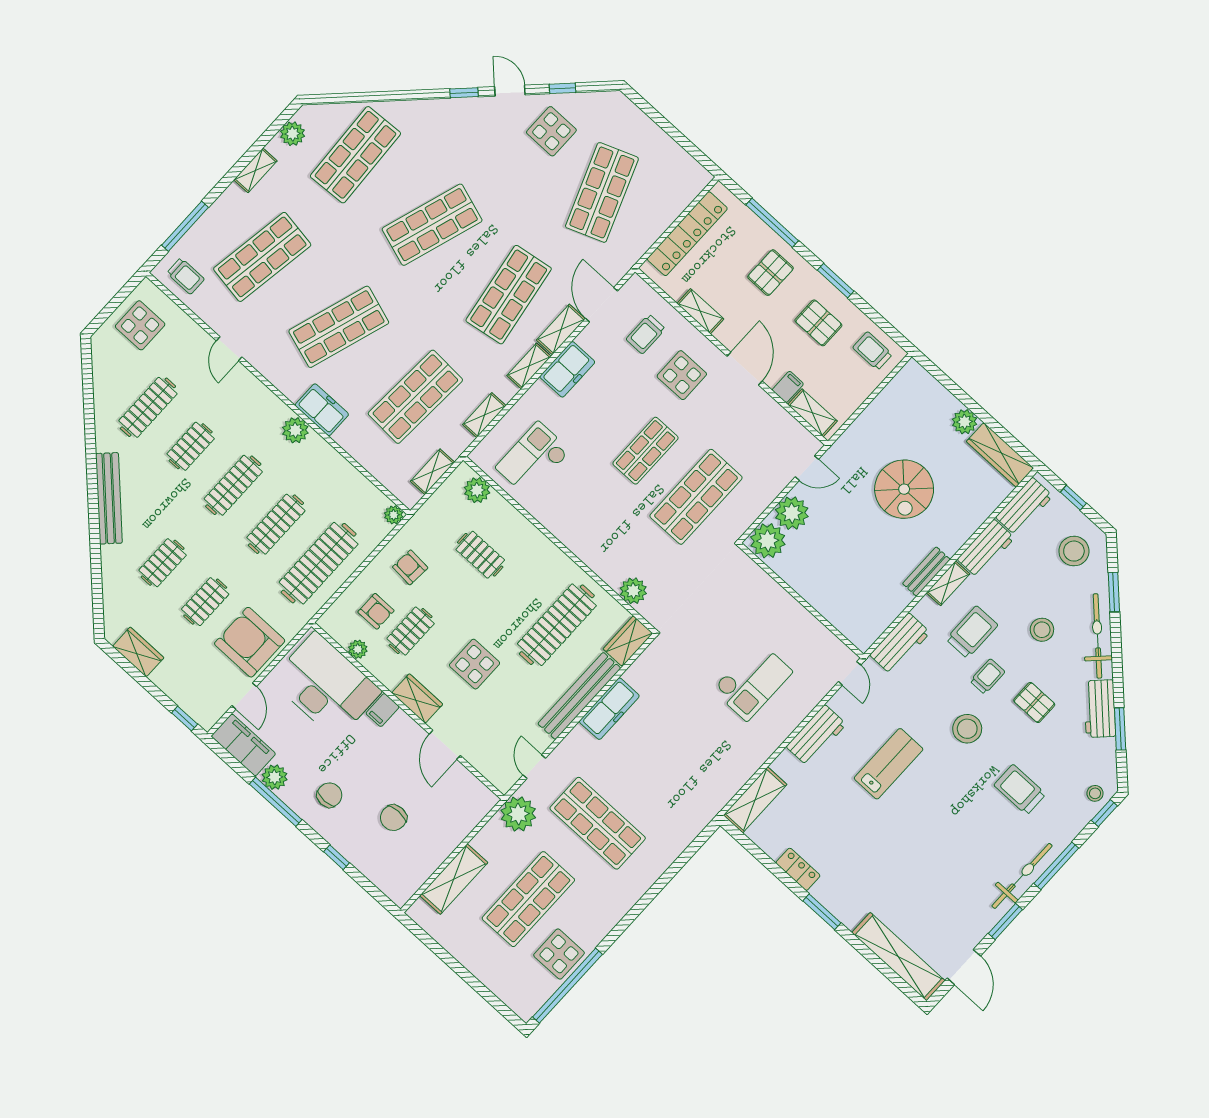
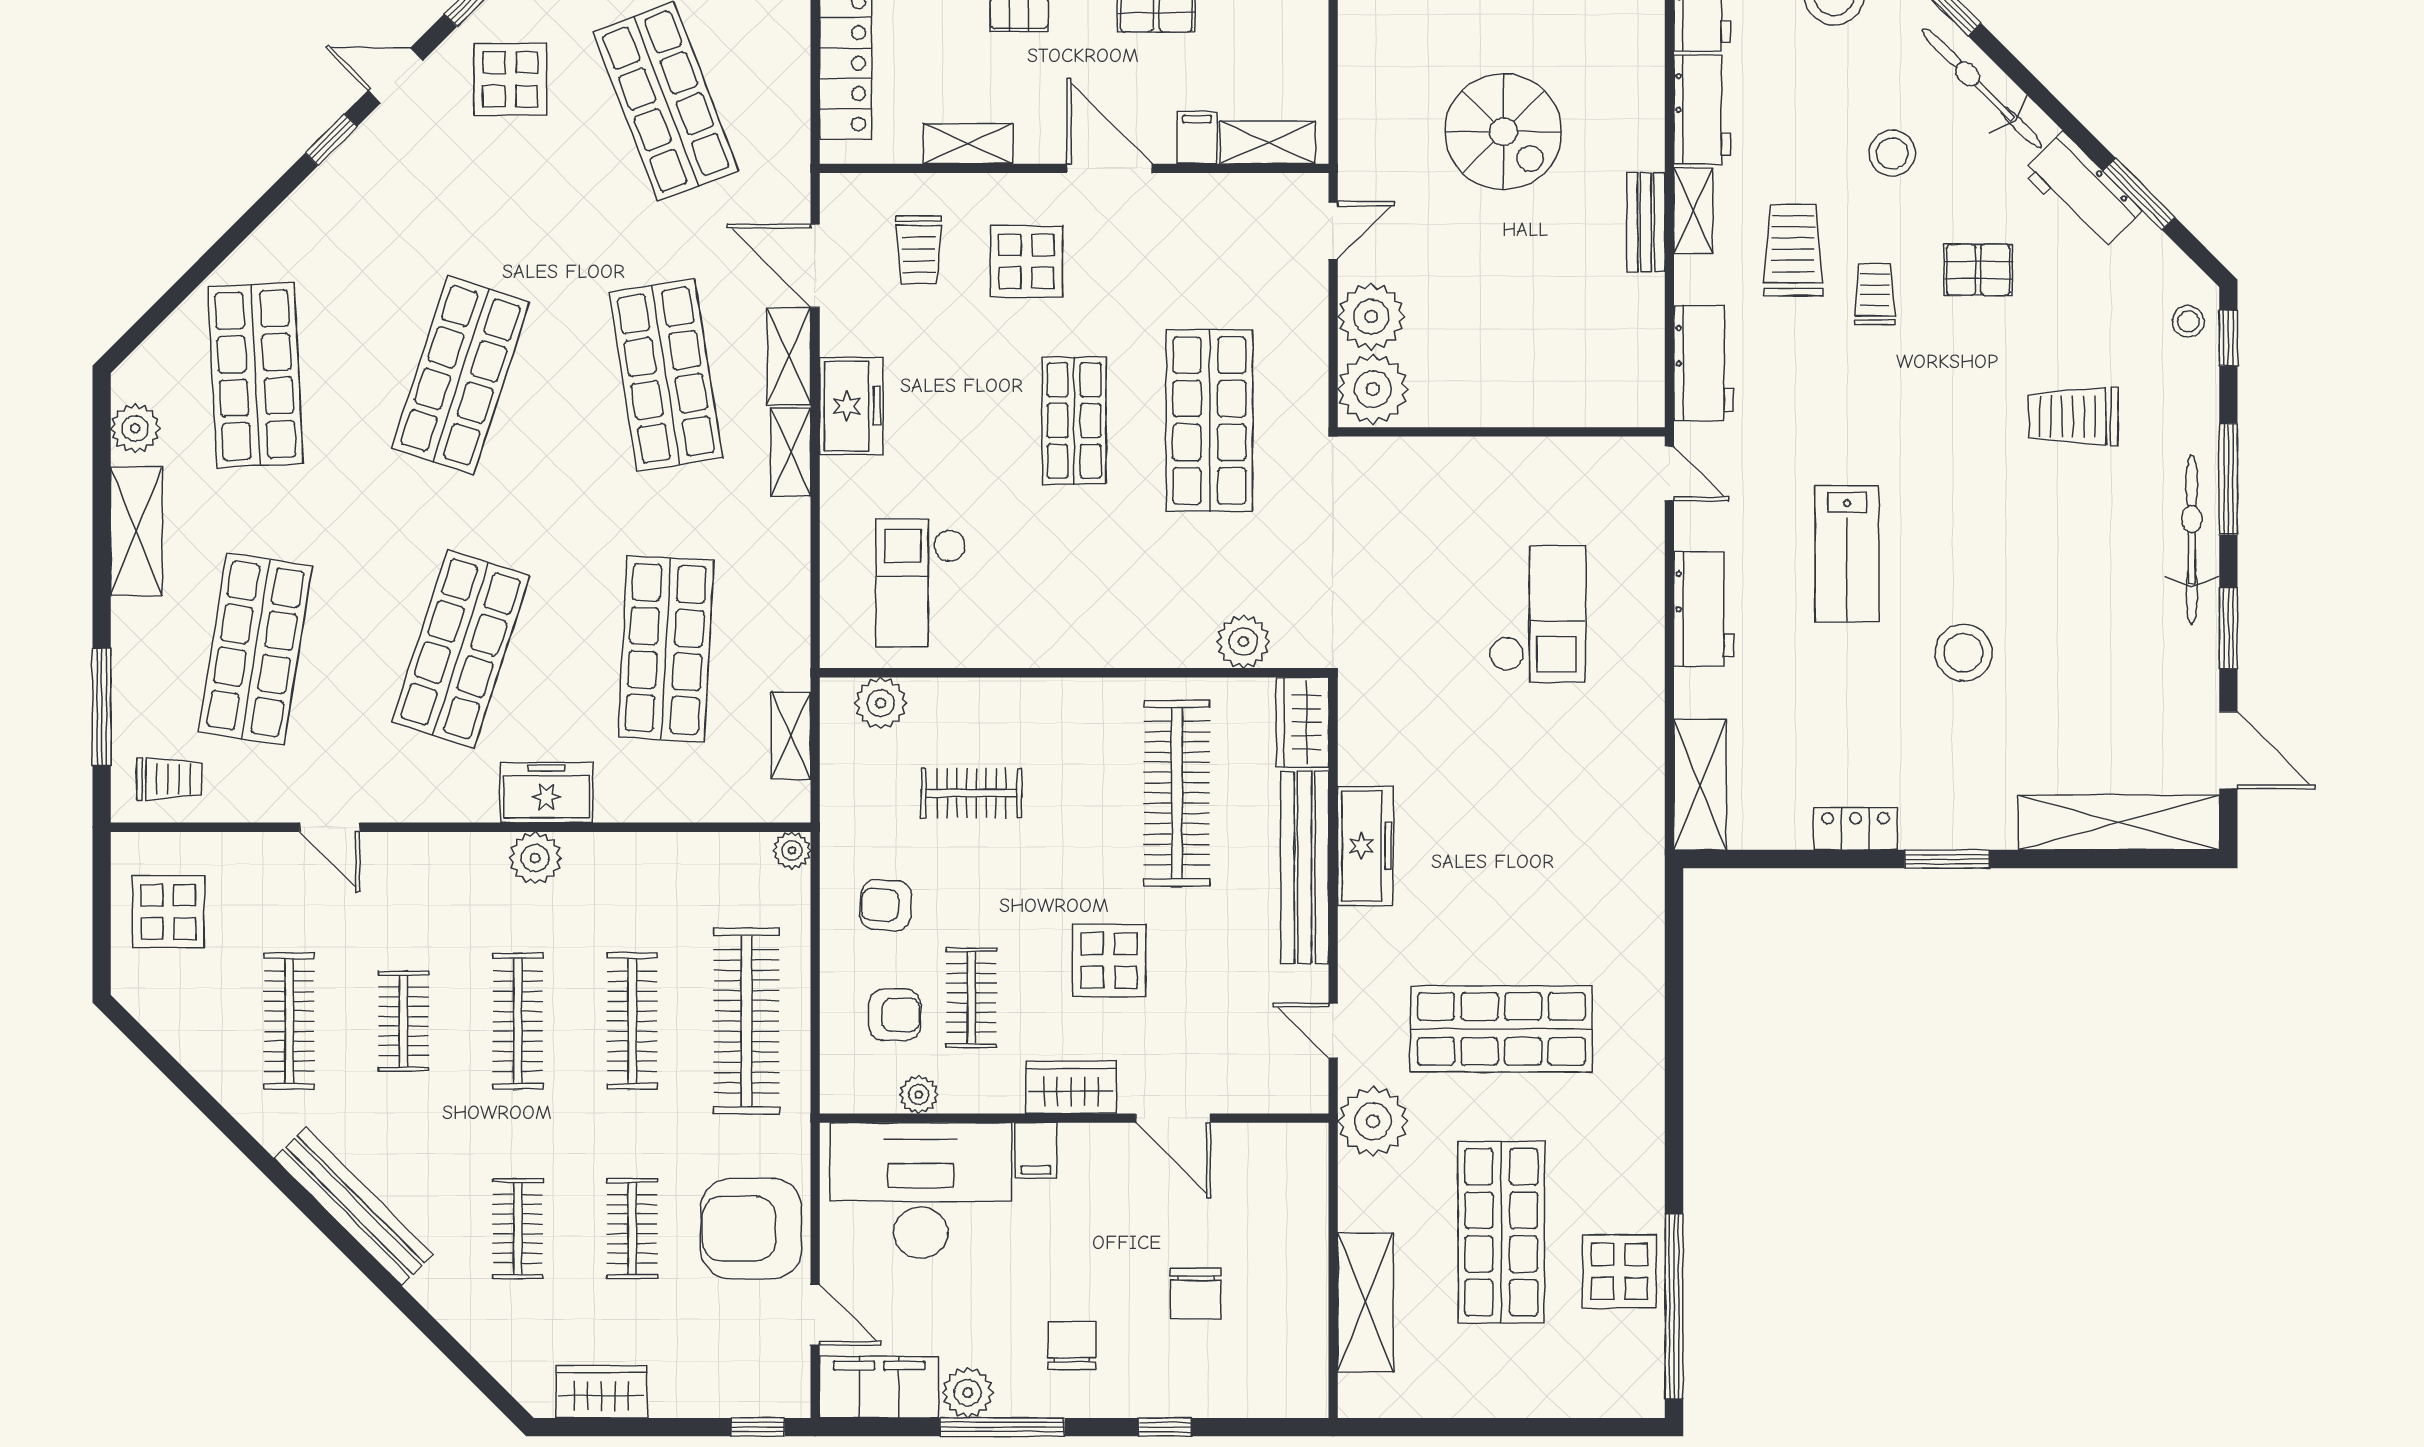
shelving: (255, 170) -> (136, 531), width x1.50, depth x1.33
shelving: (484, 415) -> (791, 584), removed
stool: (967, 729) -> (1964, 653), moved
lab bench: (889, 764) -> (1847, 554), turned 180

